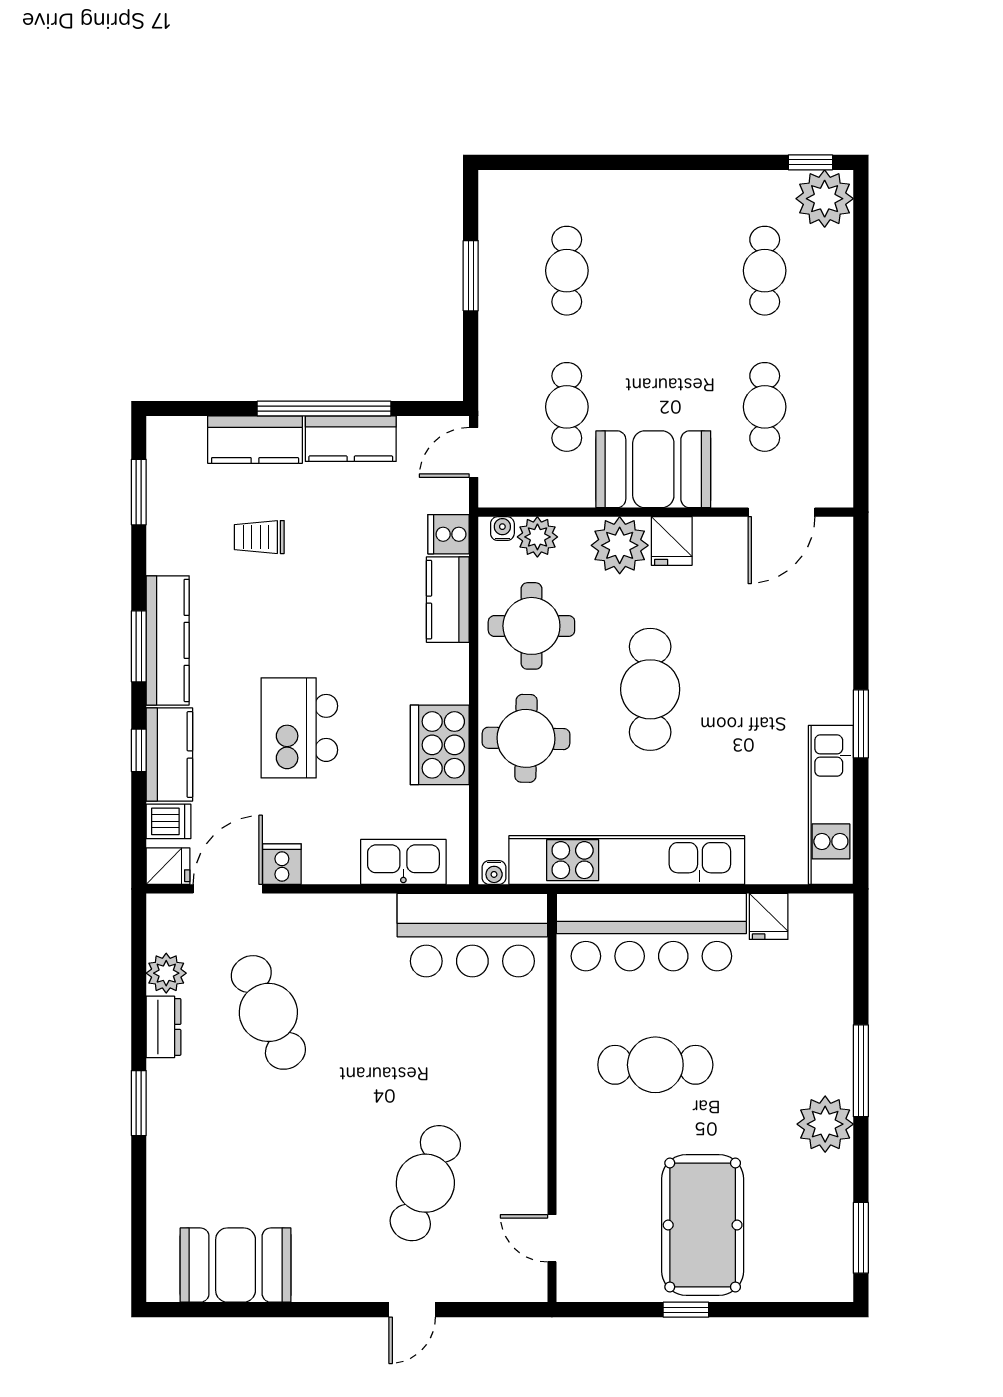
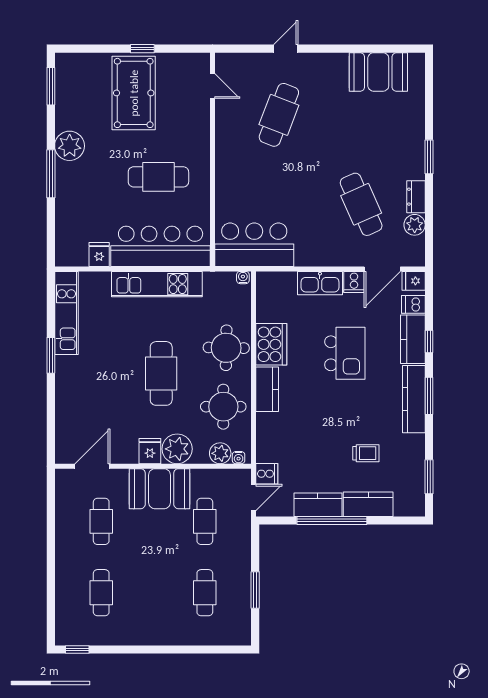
plant: (825, 199) -> (70, 630), removed
cooker: (448, 534) -> (267, 474), moved
kitchen counter: (448, 600) -> (267, 389), moved
kitchen unit: (627, 860) -> (157, 284), width x0.73
kitchen sink: (403, 862) -> (320, 283), moved

